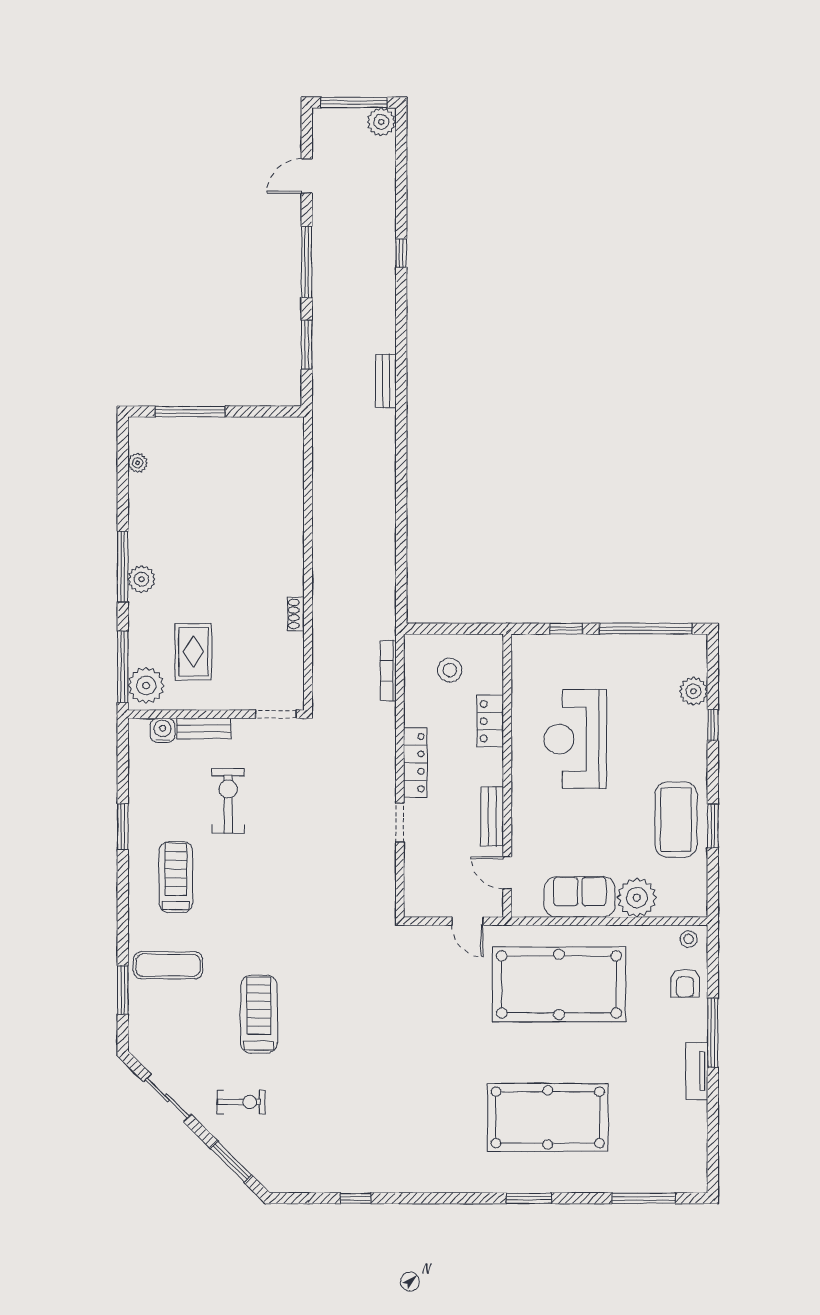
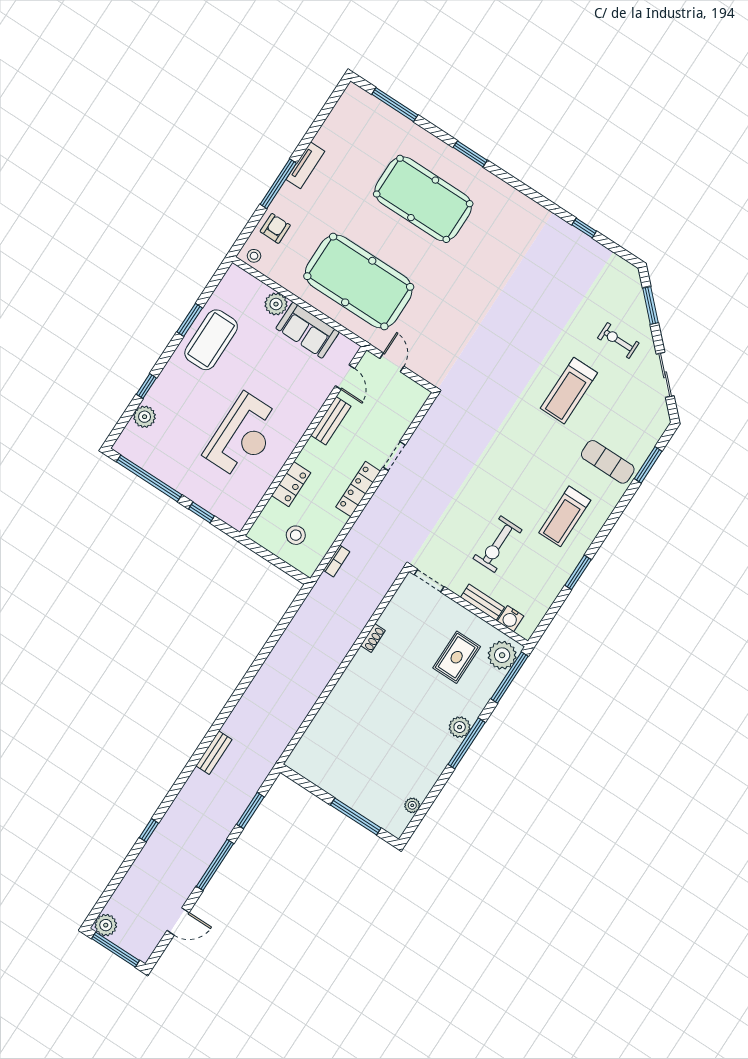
bookcase: (388, 671) -> (337, 561), width x0.64
plant: (637, 898) -> (276, 304), width x0.73, depth x0.73

